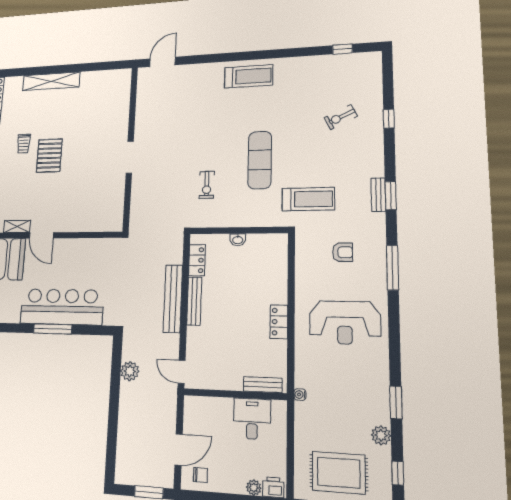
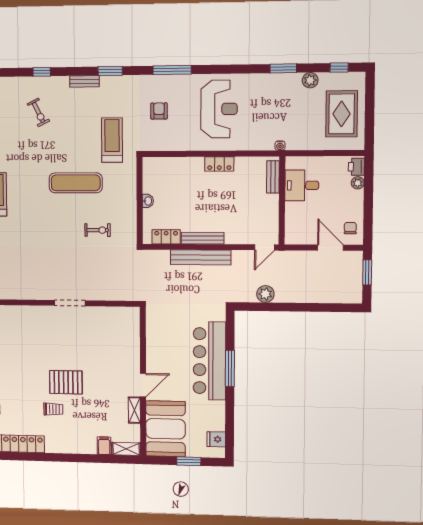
bench: (378, 195) -> (85, 81), moved

